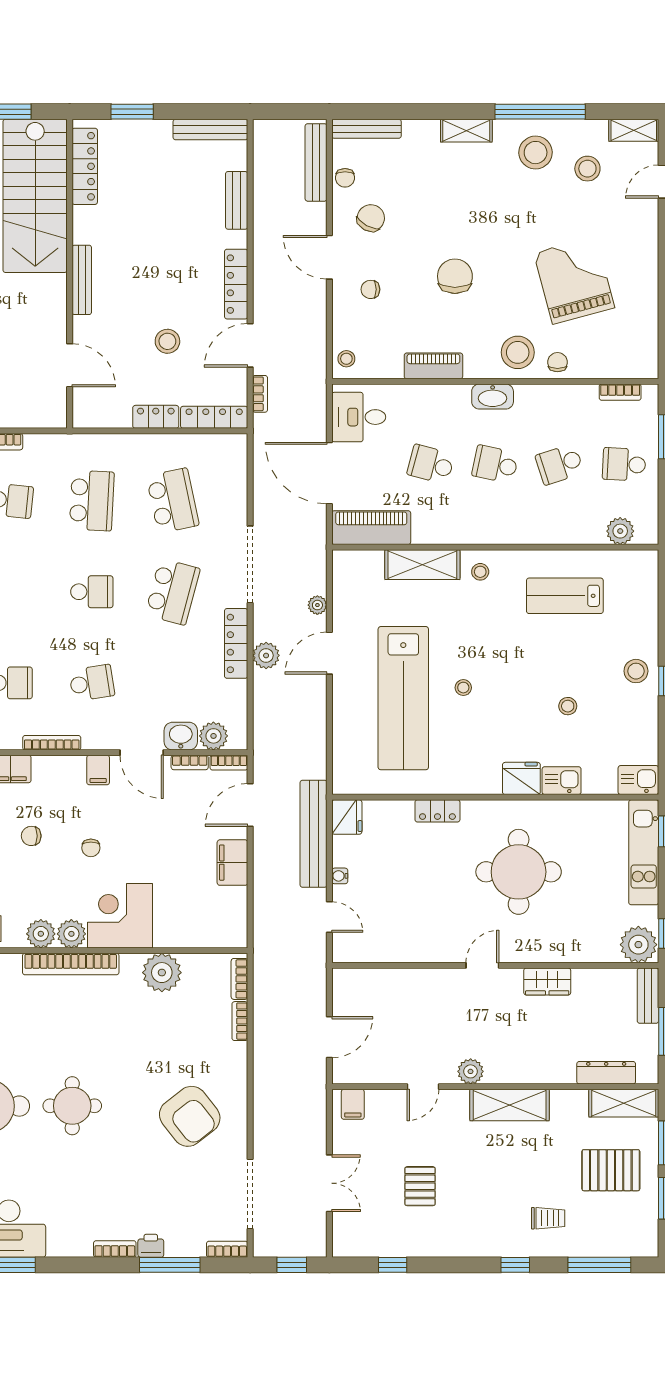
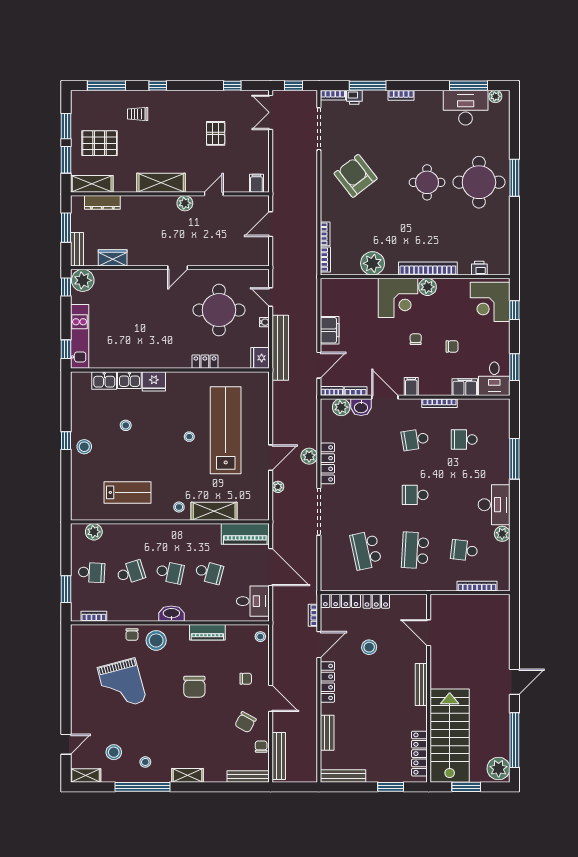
stool: (536, 153) -> (145, 762), width x0.53, depth x0.53
school desk: (173, 592) -> (366, 495), removed
kitchen sink: (638, 780) -> (104, 380), moved
round table: (519, 872) -> (219, 310), moved
plant: (41, 934) -> (446, 287), removed
wardrobe: (547, 981) -> (113, 258), moved
double door: (329, 1183) -> (271, 112), moved
printer: (151, 1246) -> (354, 97), moved

